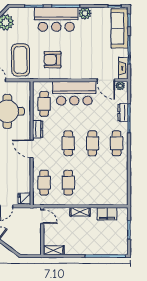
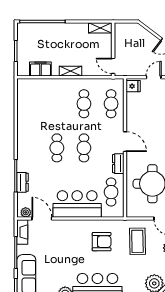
coffee table: (20, 60) -> (137, 241), width x0.73, depth x0.76
cafe table: (117, 143) -> (30, 148), removed

